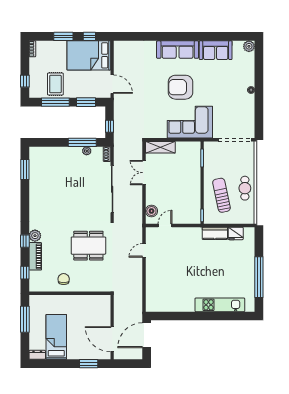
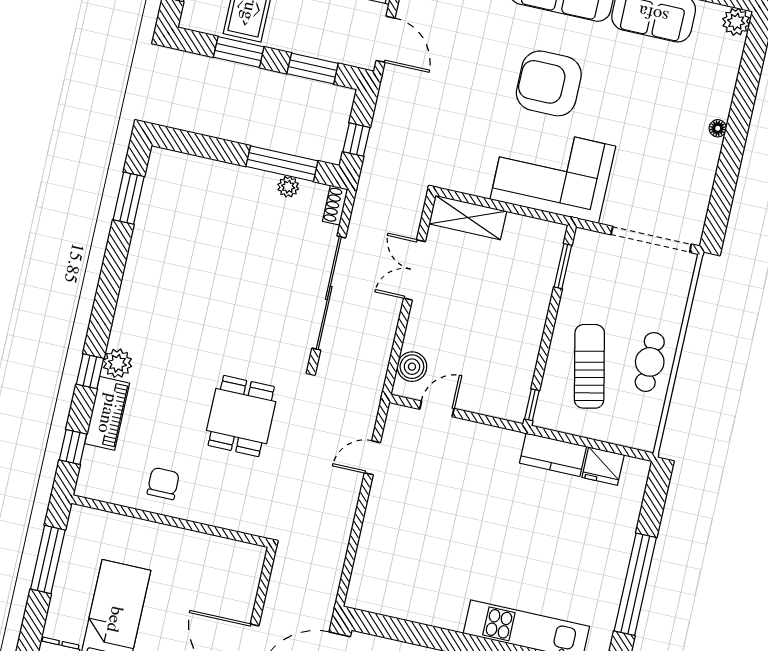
window: (55, 102) -> (239, 52), width x0.69
dining table: (88, 246) -> (241, 416), width x0.73

